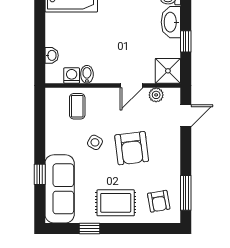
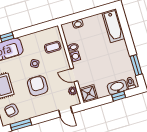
window: (186, 41) -> (119, 96), moved
washing machine: (72, 76) -> (75, 56), moved
armchair: (132, 148) -> (38, 86), turned 97

